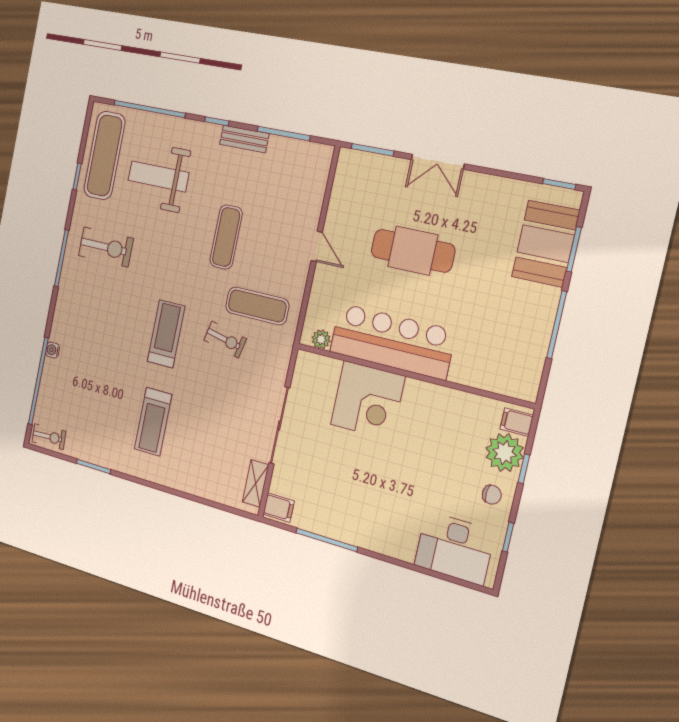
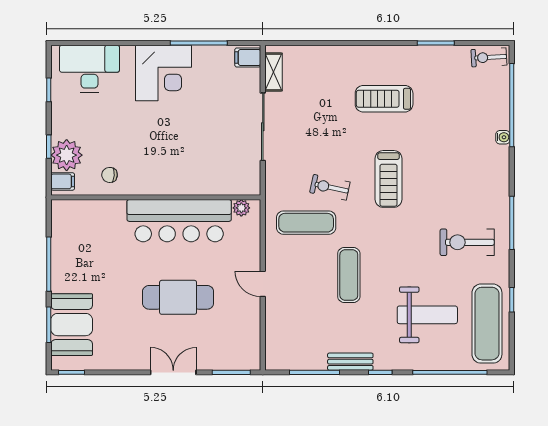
corner desk: (368, 400) -> (164, 73), moved, turned 180
treadmill: (153, 422) -> (384, 99), turned -90
chair: (492, 495) -> (110, 175), moved

